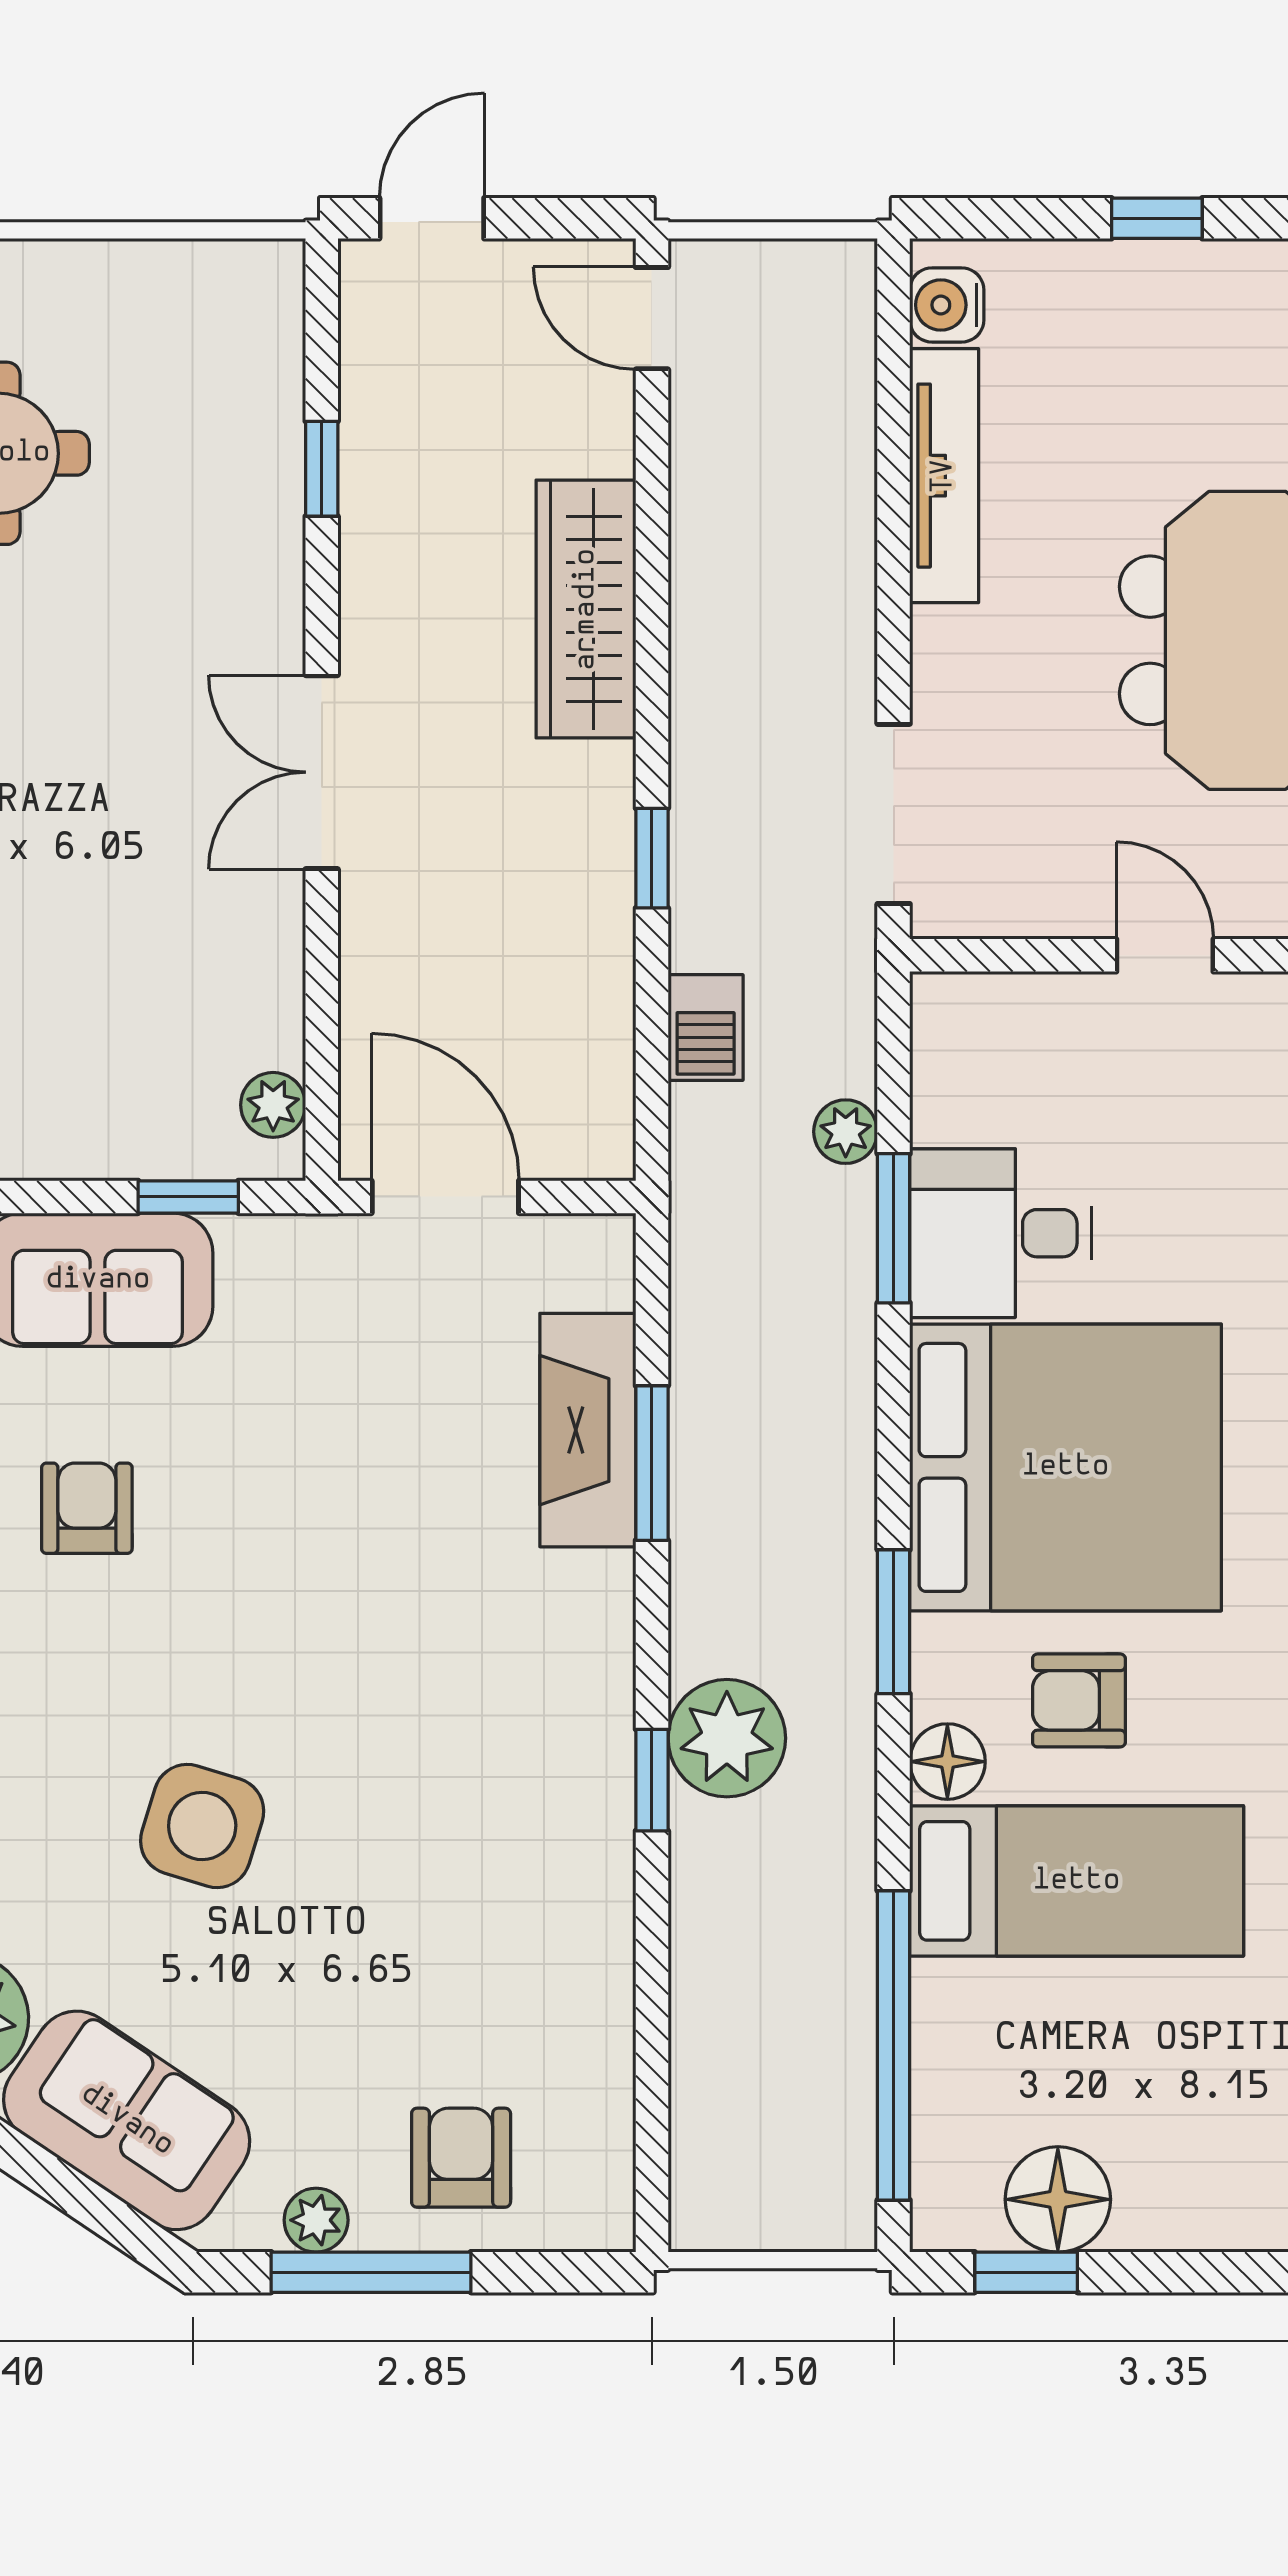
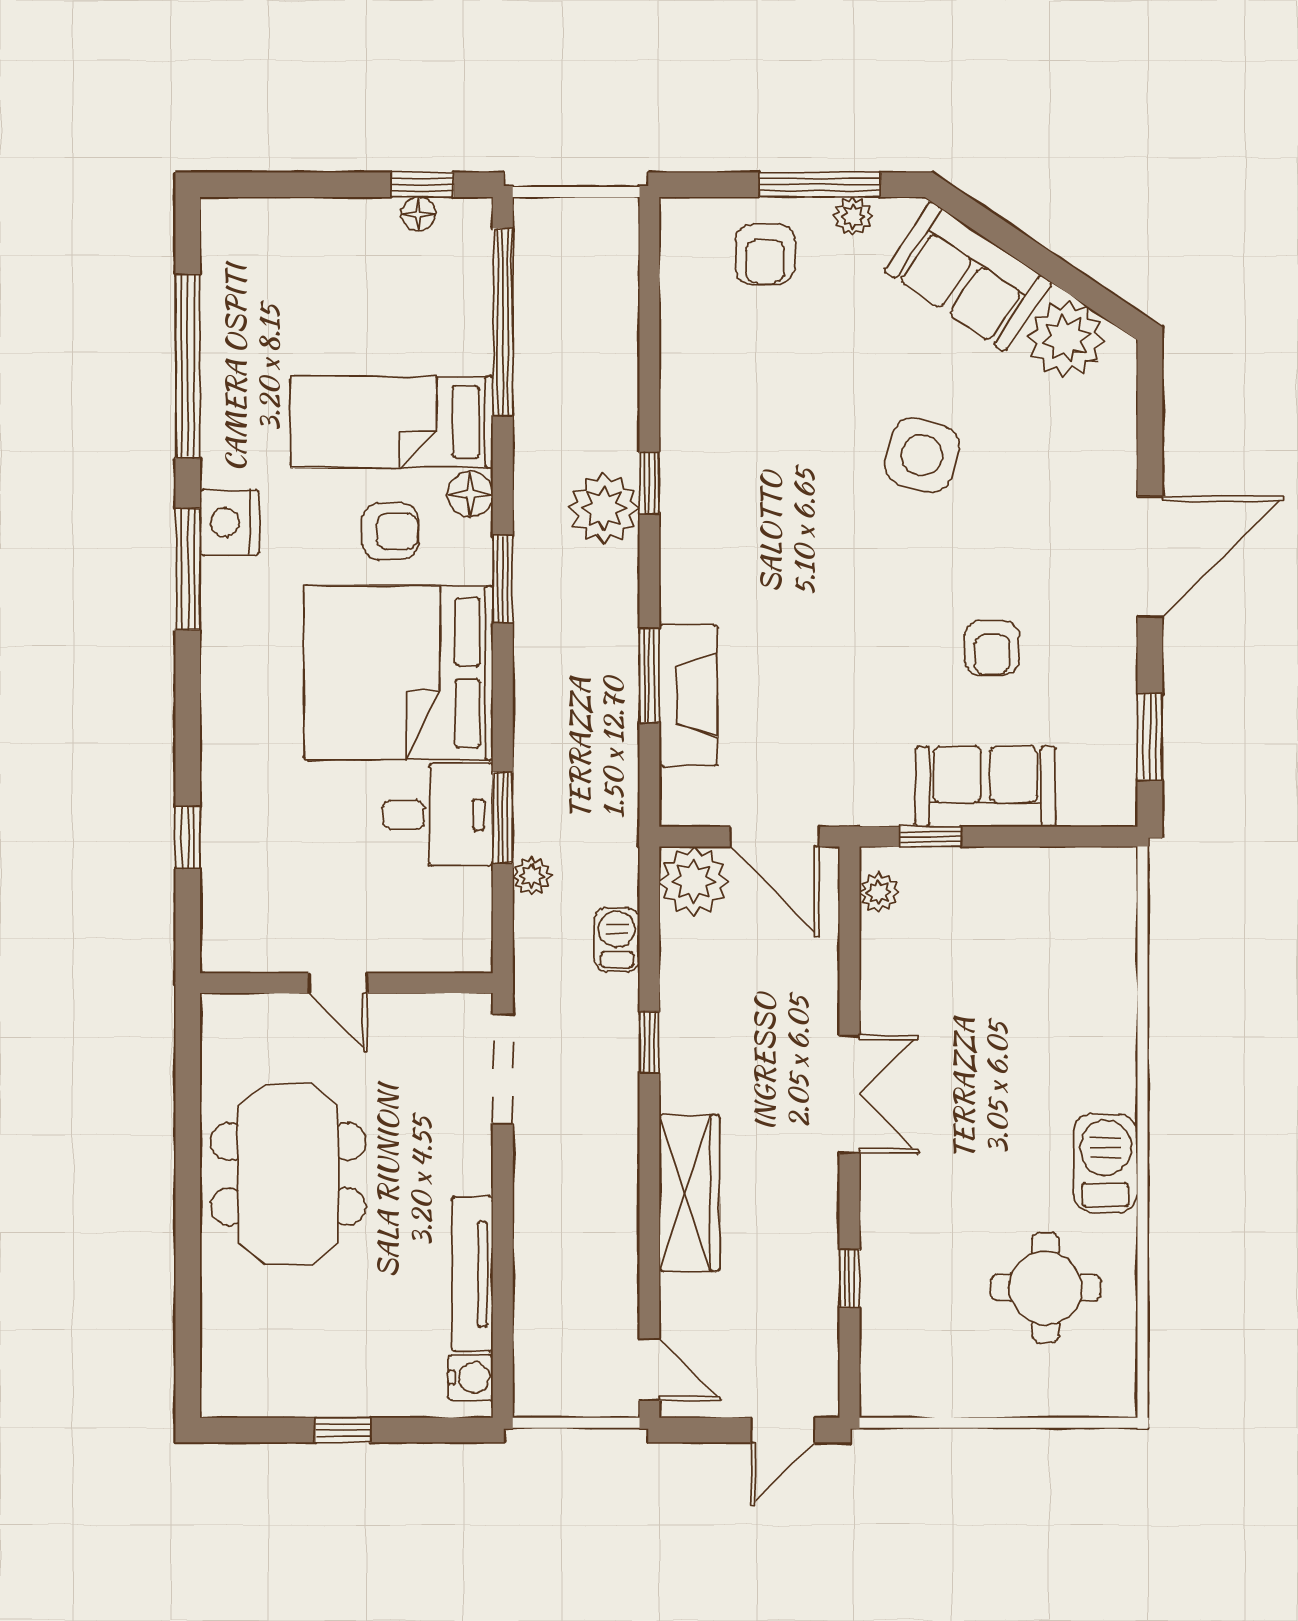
plant: (578, 1123) -> (694, 881), added
floor lamp: (1058, 2199) -> (418, 214), width x0.53, depth x0.53

